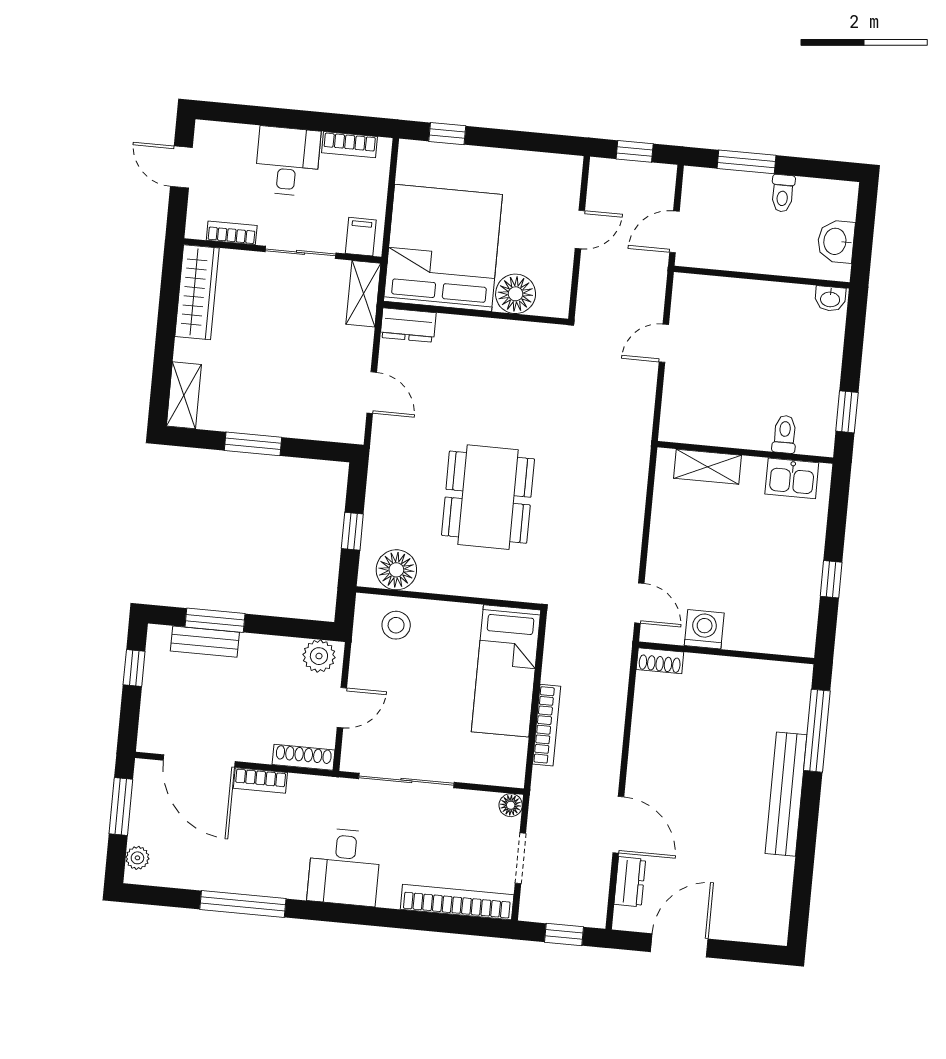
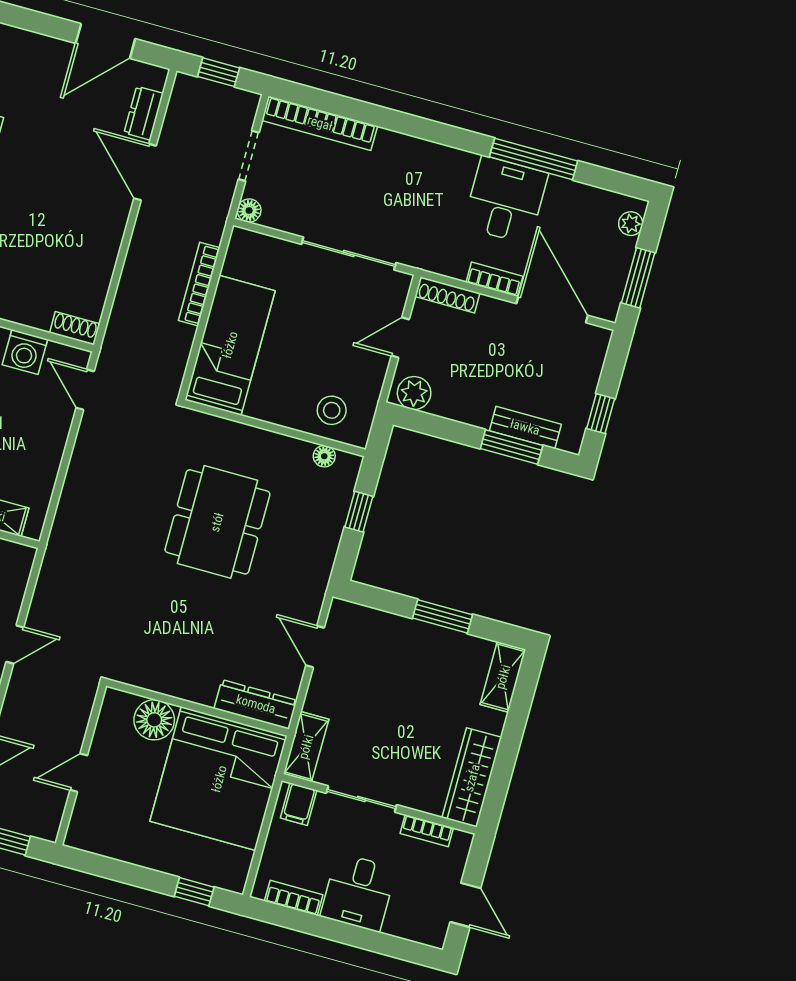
dresser: (408, 325) -> (256, 704), width x1.44
floor lamp: (396, 570) -> (324, 456), width x0.53, depth x0.53
desk: (344, 867) -> (505, 200), moved

